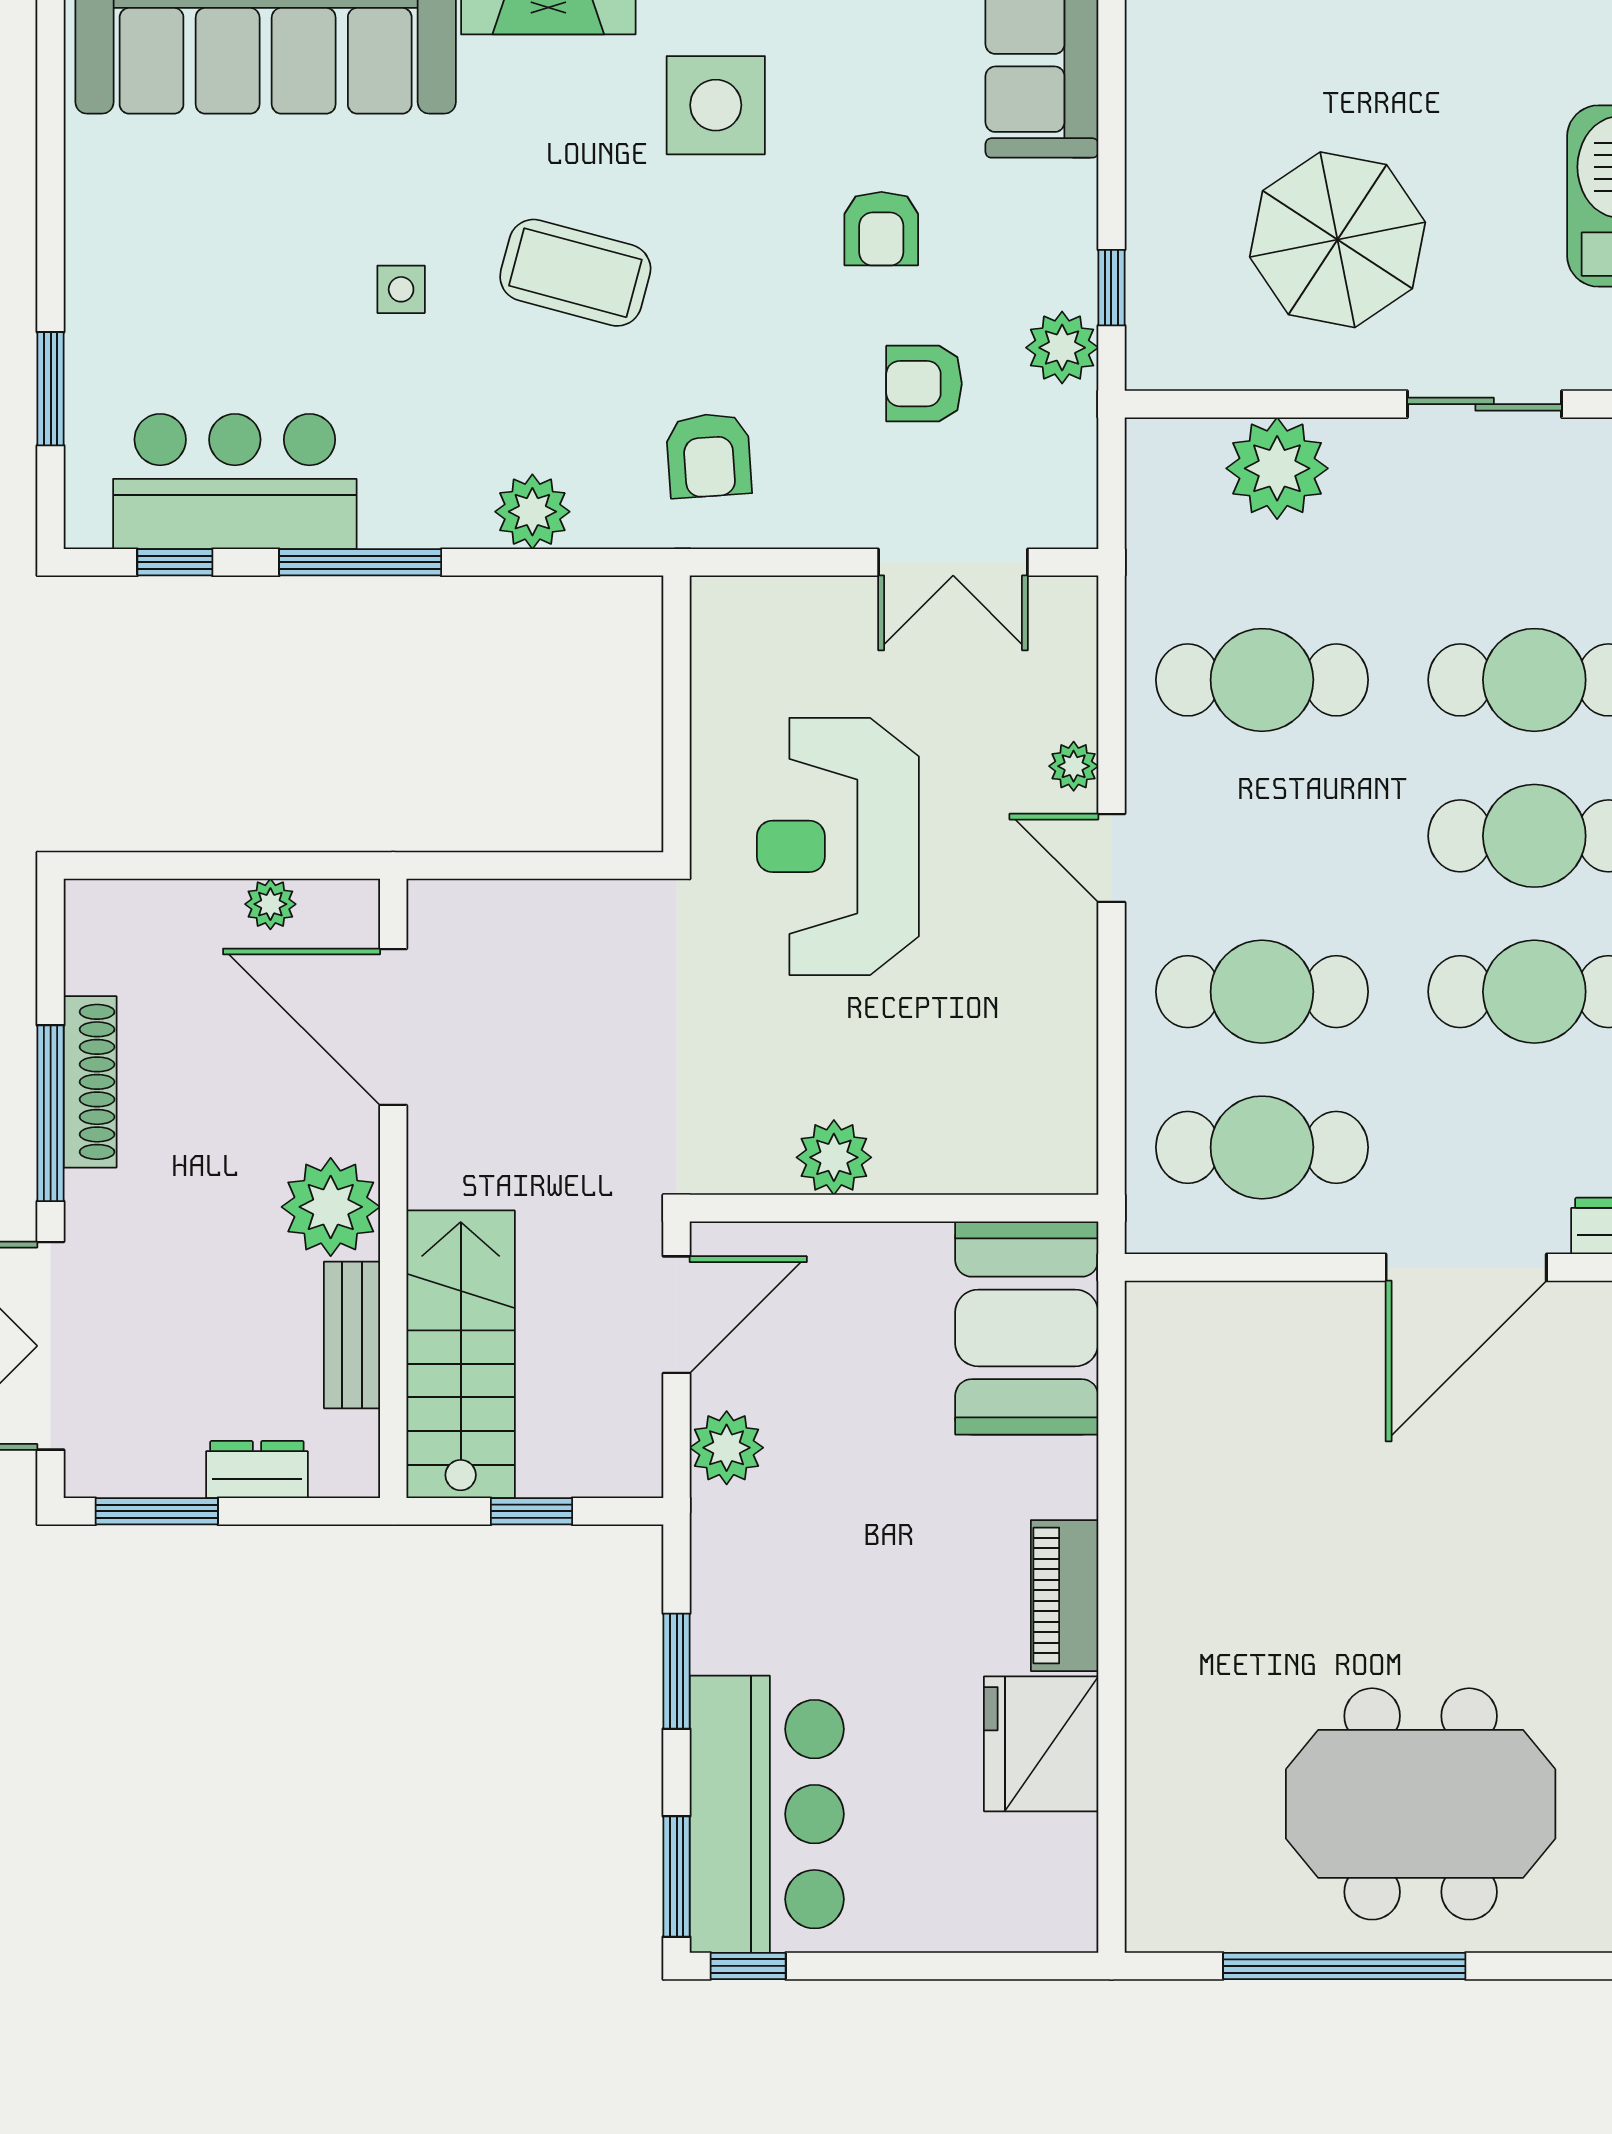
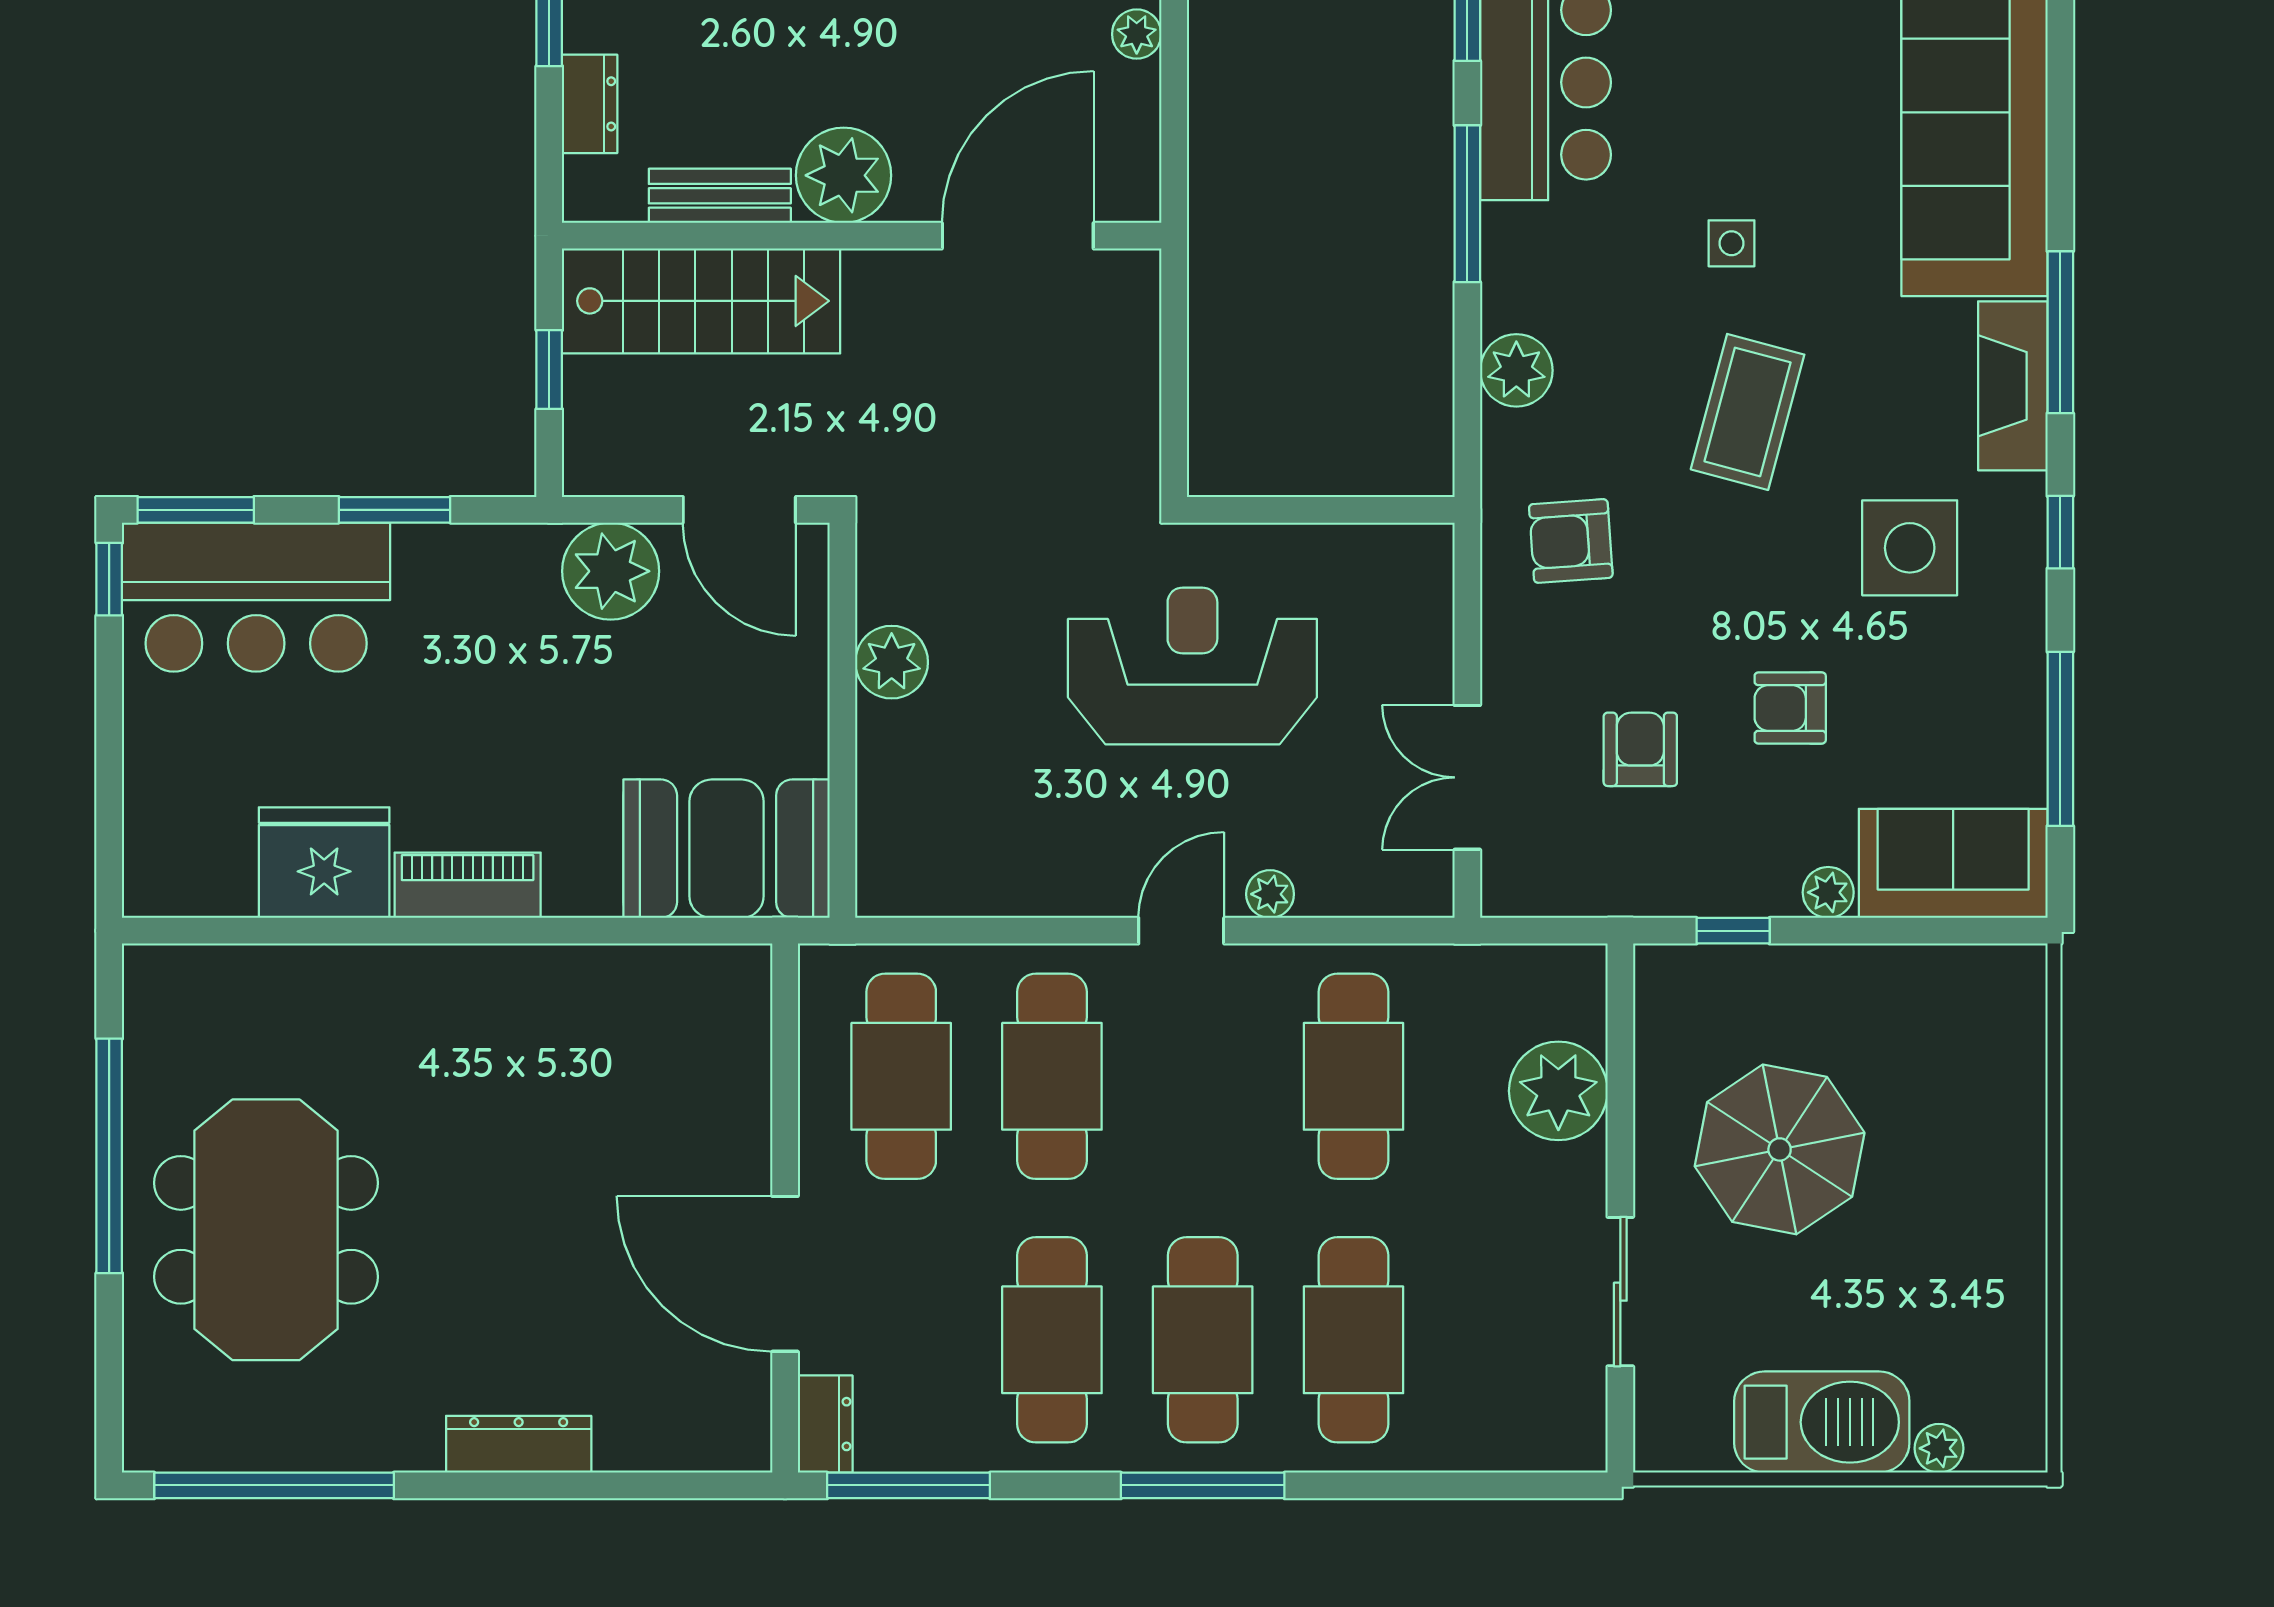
plant: (1062, 348) -> (1828, 892), moved, width x0.73, depth x0.73
plant: (270, 904) -> (1137, 34), moved
plant: (727, 1448) -> (611, 571), width x1.36, depth x1.36

